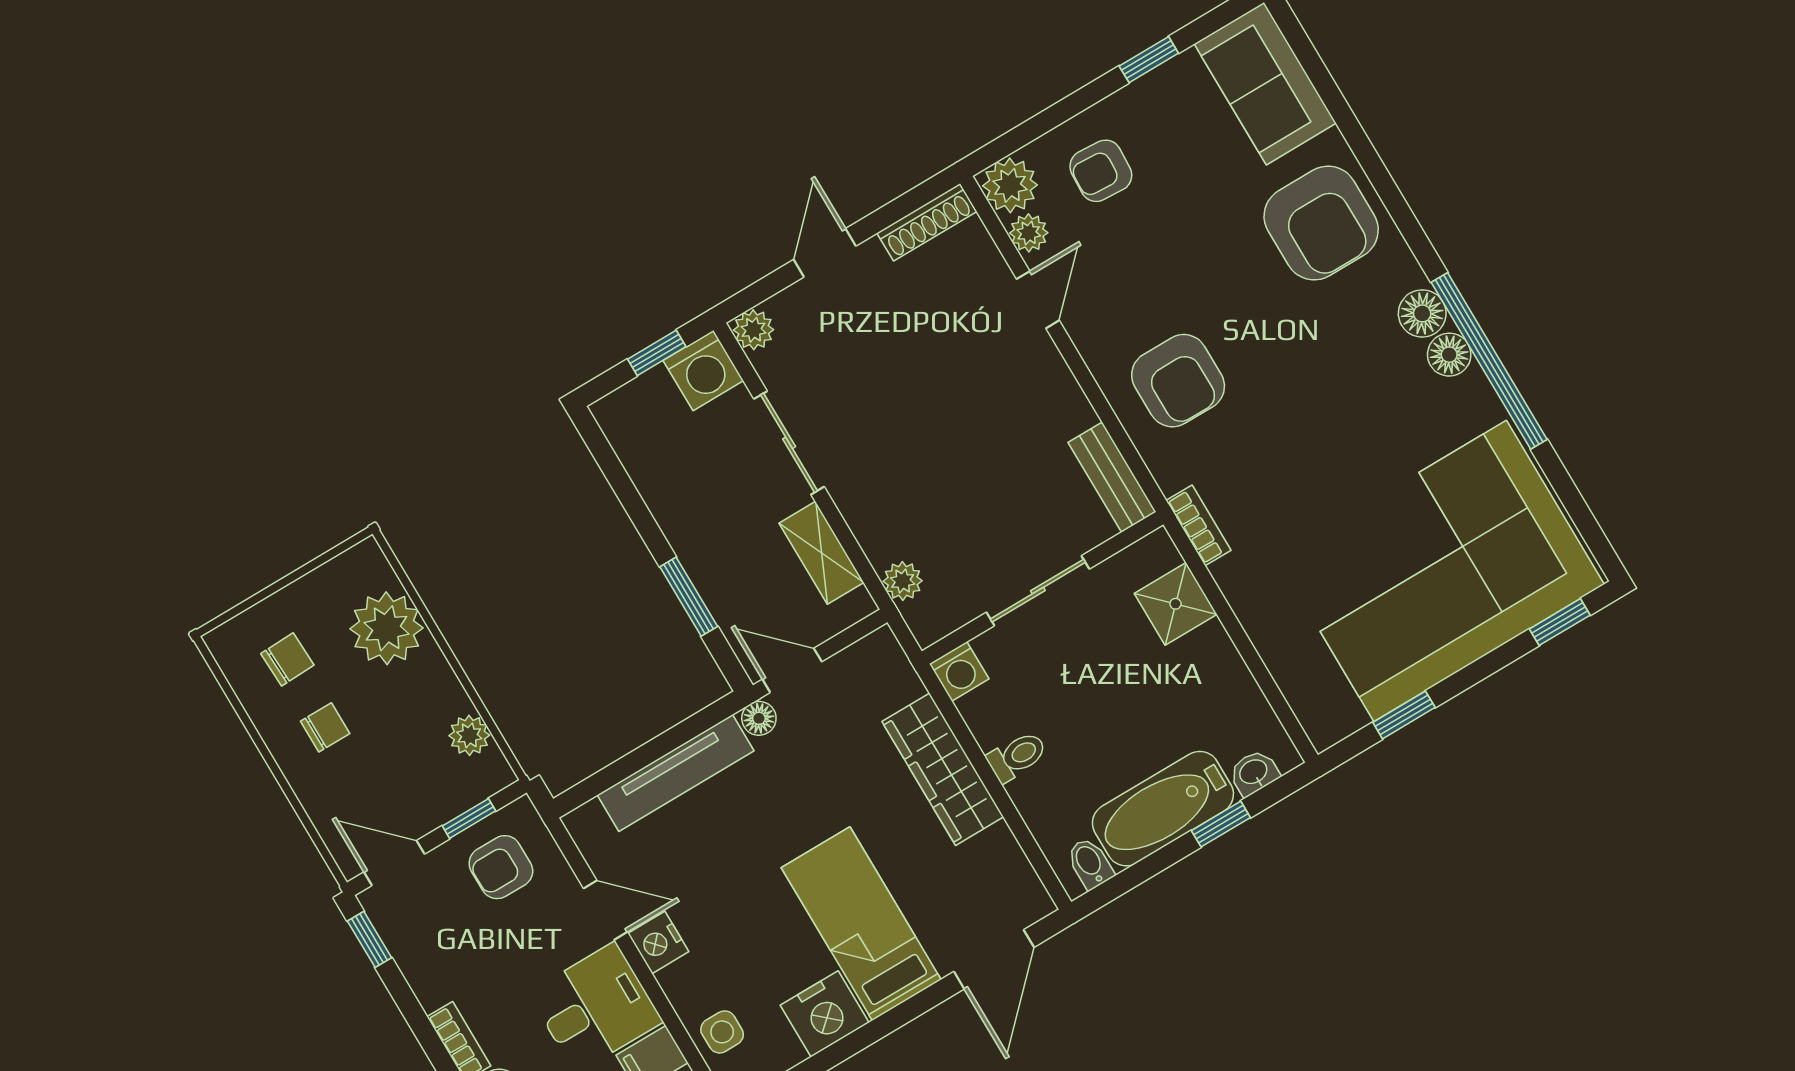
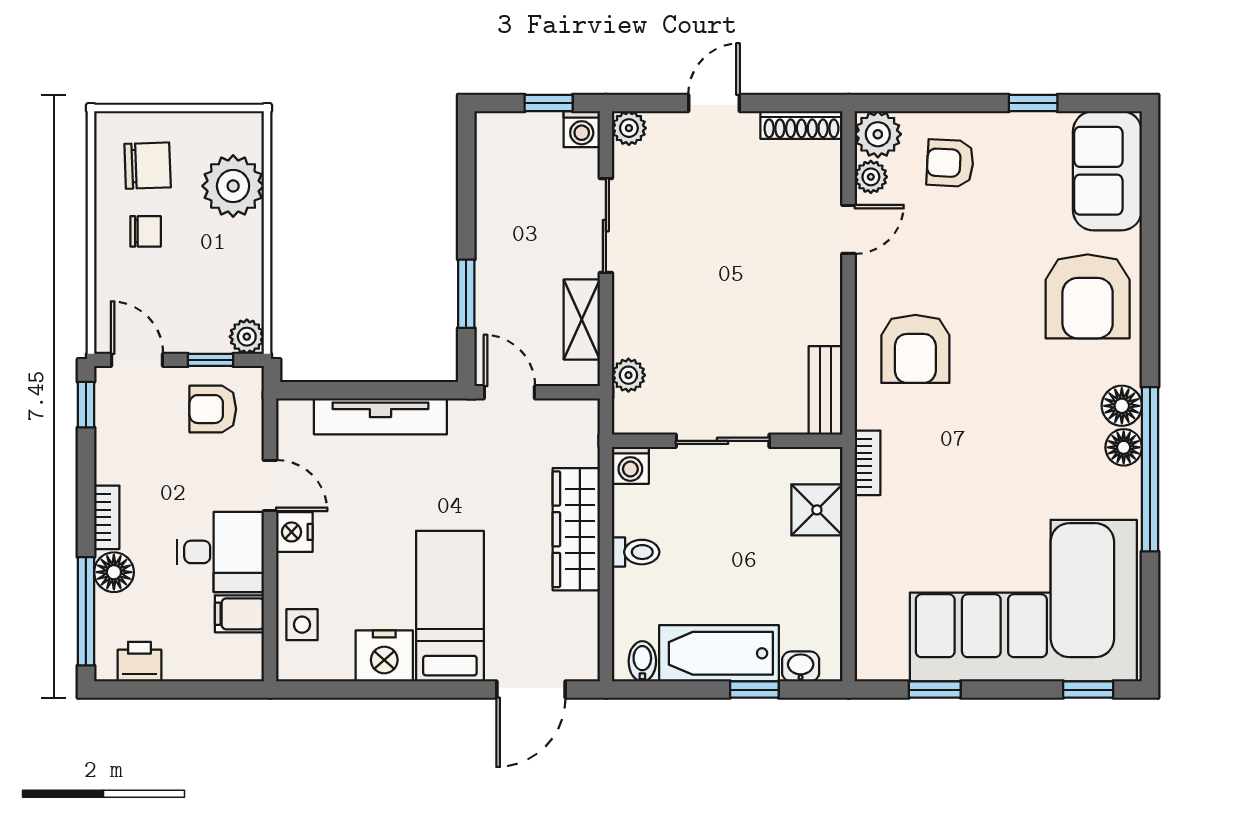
washing machine: (703, 371) -> (582, 129), width x0.73, depth x0.73
chair: (287, 659) -> (148, 166), width x1.37, depth x1.37
floor lamp: (759, 718) -> (465, 413), removed
plant: (469, 735) -> (247, 337), moved

